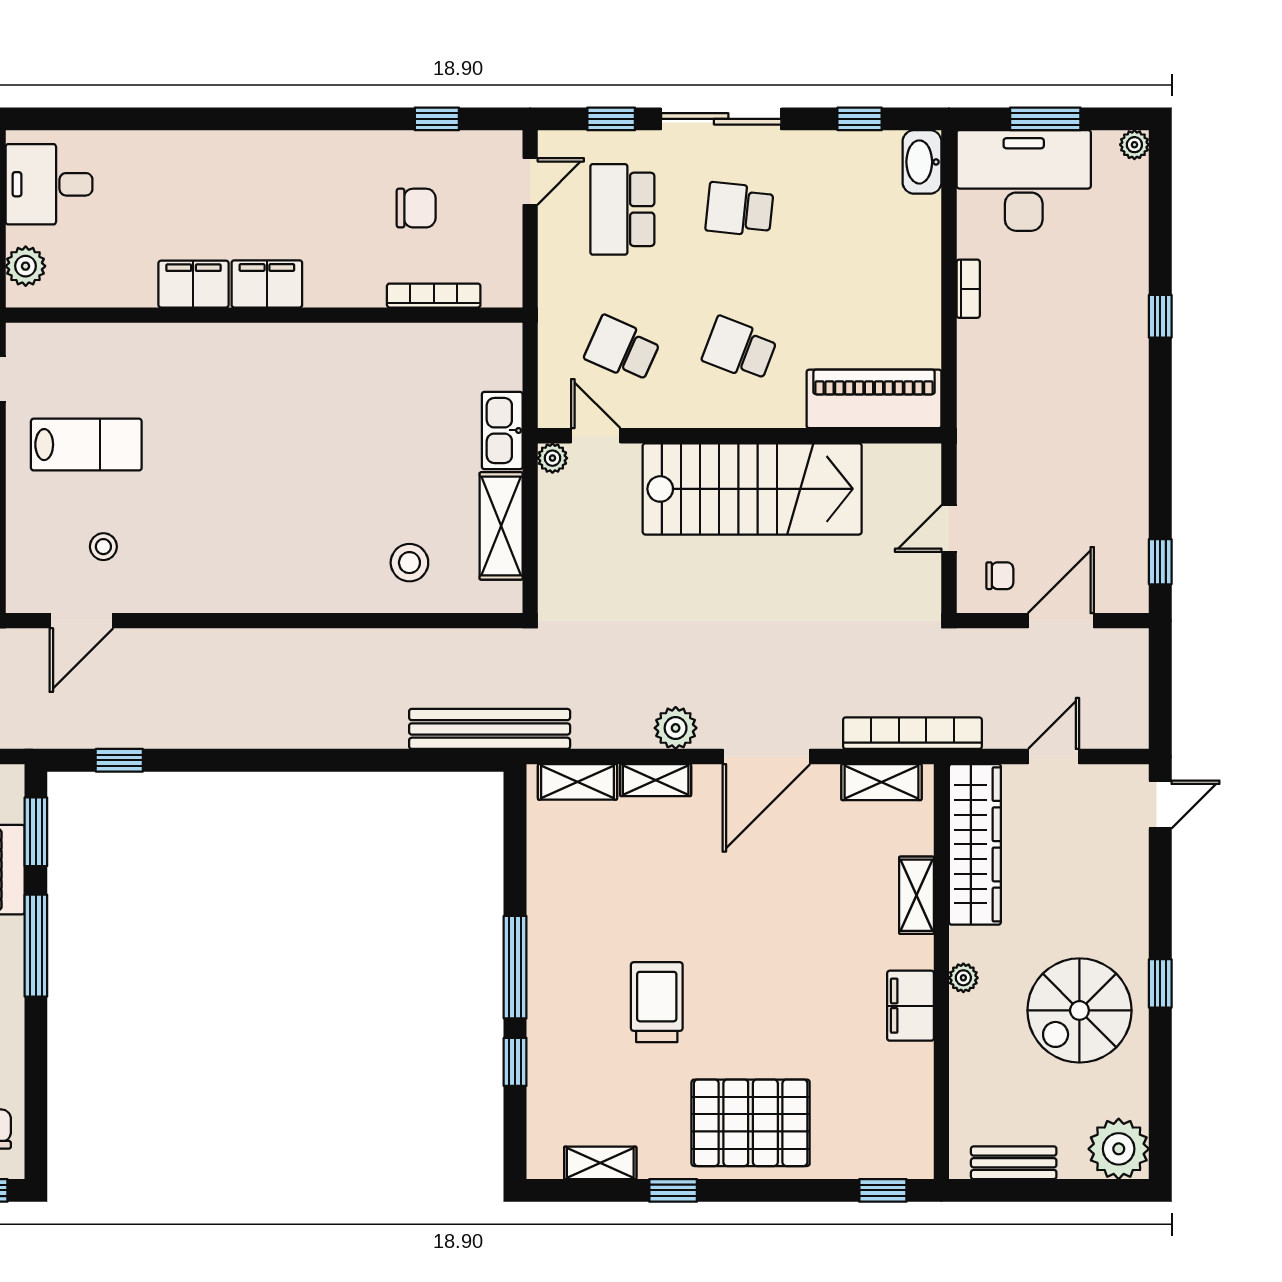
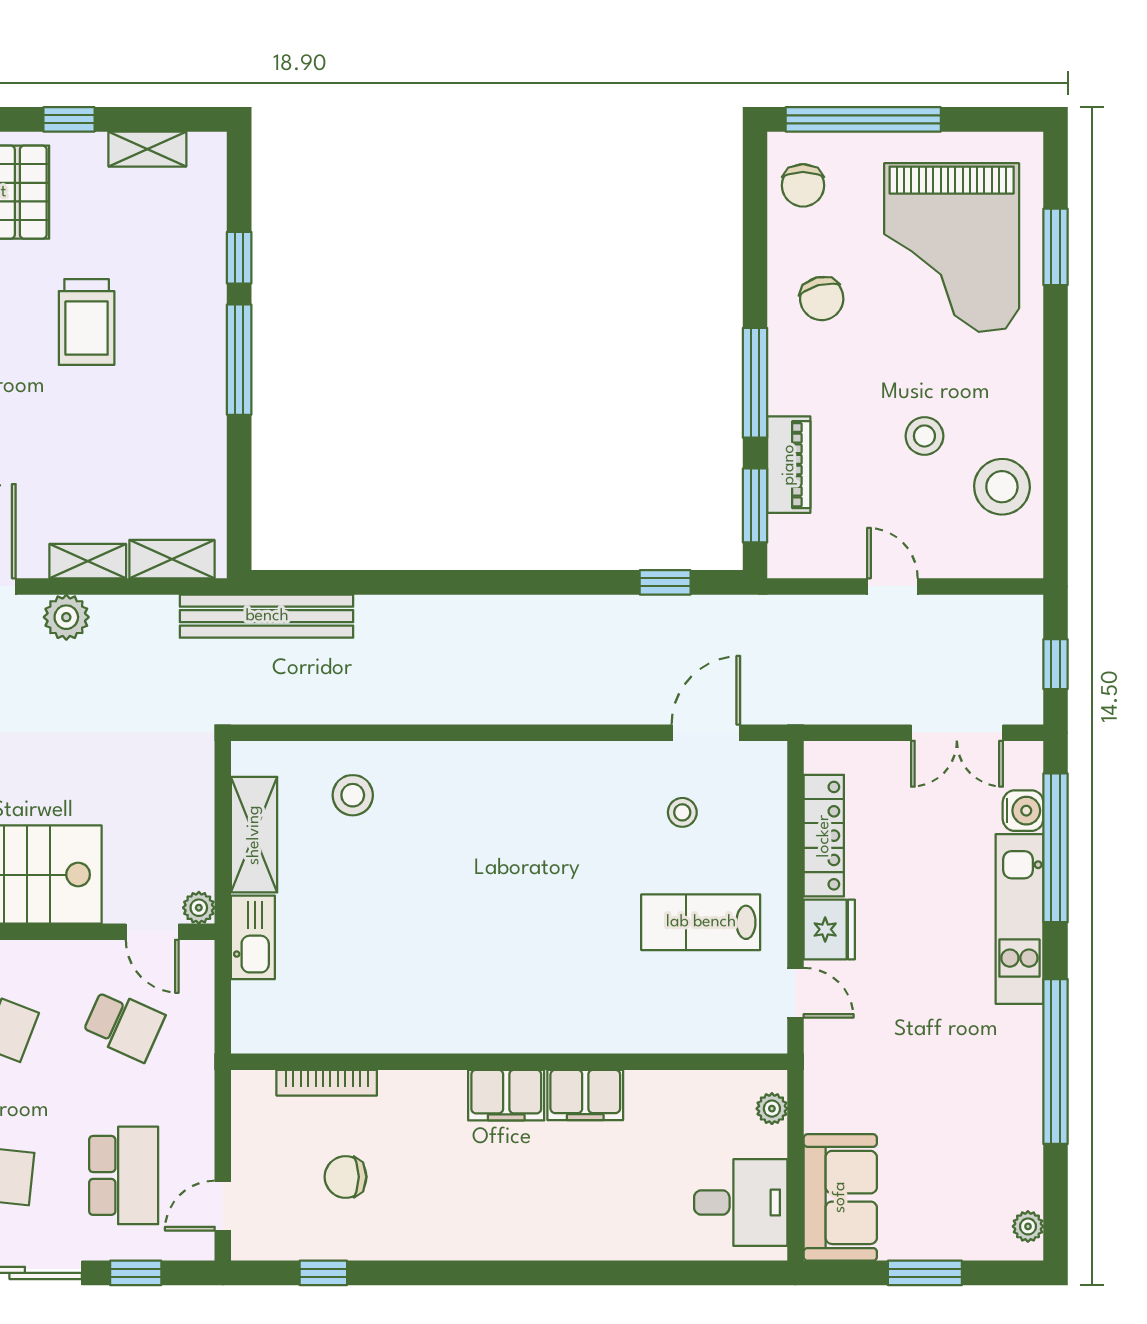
plant: (26, 266) -> (772, 1109), width x0.73, depth x0.73

